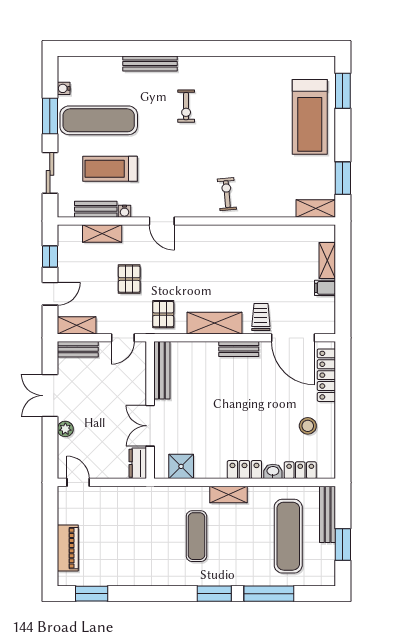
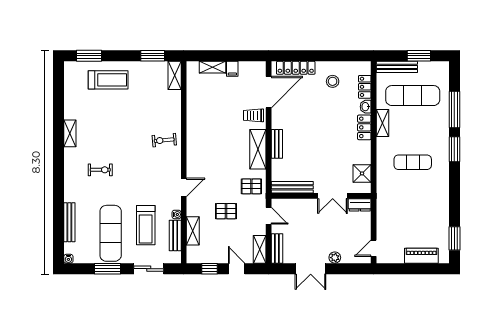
bench: (150, 64) -> (69, 222), moved
shelving: (236, 64) -> (70, 133), added
water cooler: (64, 88) -> (68, 259), moved
treadmill: (310, 117) -> (108, 80), width x0.73, depth x0.73
bench: (239, 349) -> (277, 144), moved
shelving: (229, 495) -> (382, 123), moved

